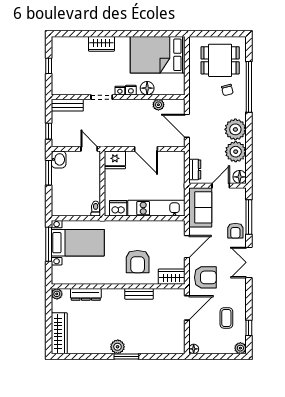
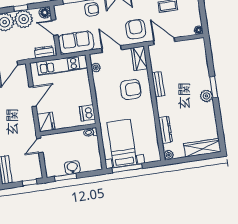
window: (249, 150) -> (21, 8), added
washbasin: (59, 159) -> (72, 167), moved
kitchen unit: (156, 208) -> (62, 65), moved, turned -90
plant: (168, 226) -> (96, 68), added

